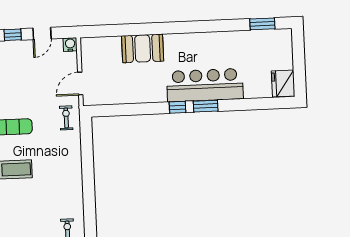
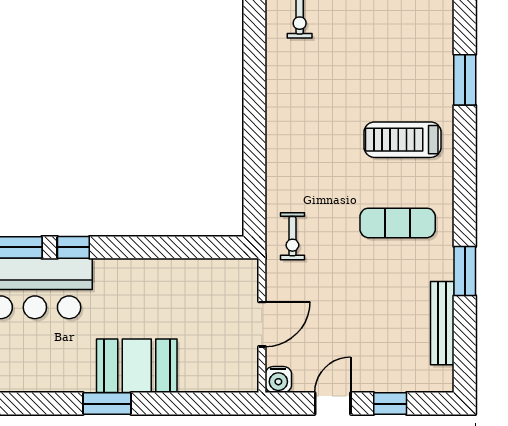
window: (157, 29) -> (107, 404), added
door: (80, 84) -> (262, 324), moved

